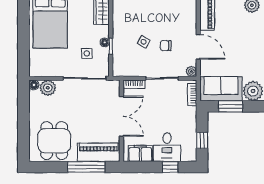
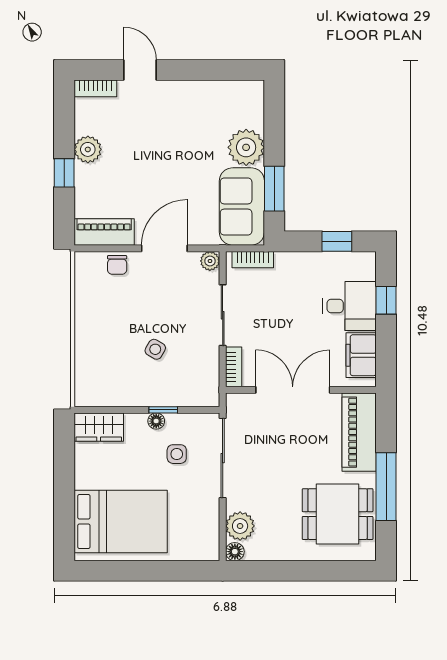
chair: (166, 46) -> (117, 265), moved
window: (86, 167) -> (386, 487), moved

